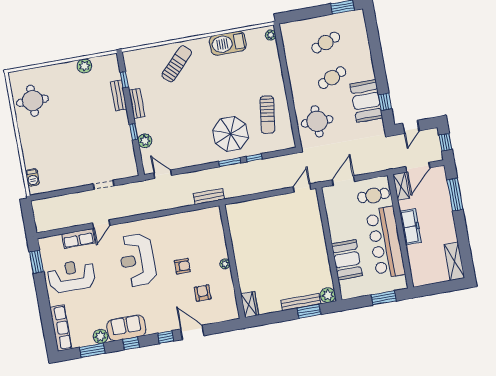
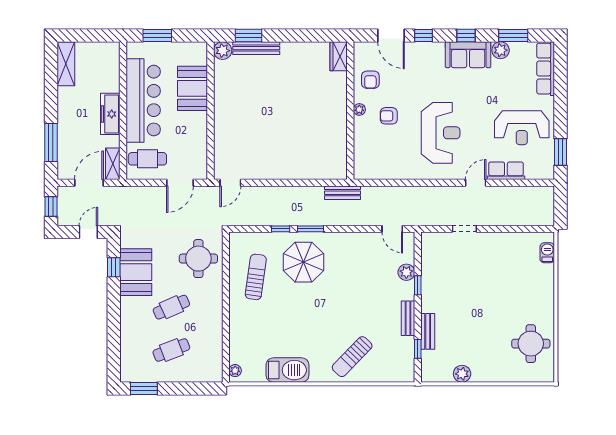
wall: (232, 262) -> (350, 111), moved
plant: (225, 264) -> (359, 109), moved
wardrobe: (250, 304) -> (339, 56), moved

